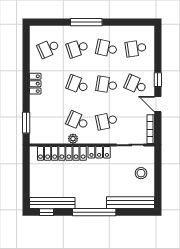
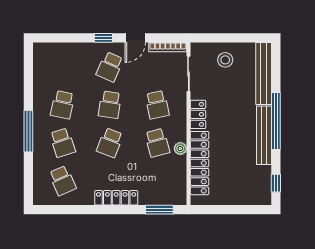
school desk: (136, 48) -> (62, 67), removed
locker: (35, 84) -> (116, 198), width x1.53
school desk: (77, 121) -> (157, 143), turned -39
bench: (52, 203) -> (264, 135), moved

